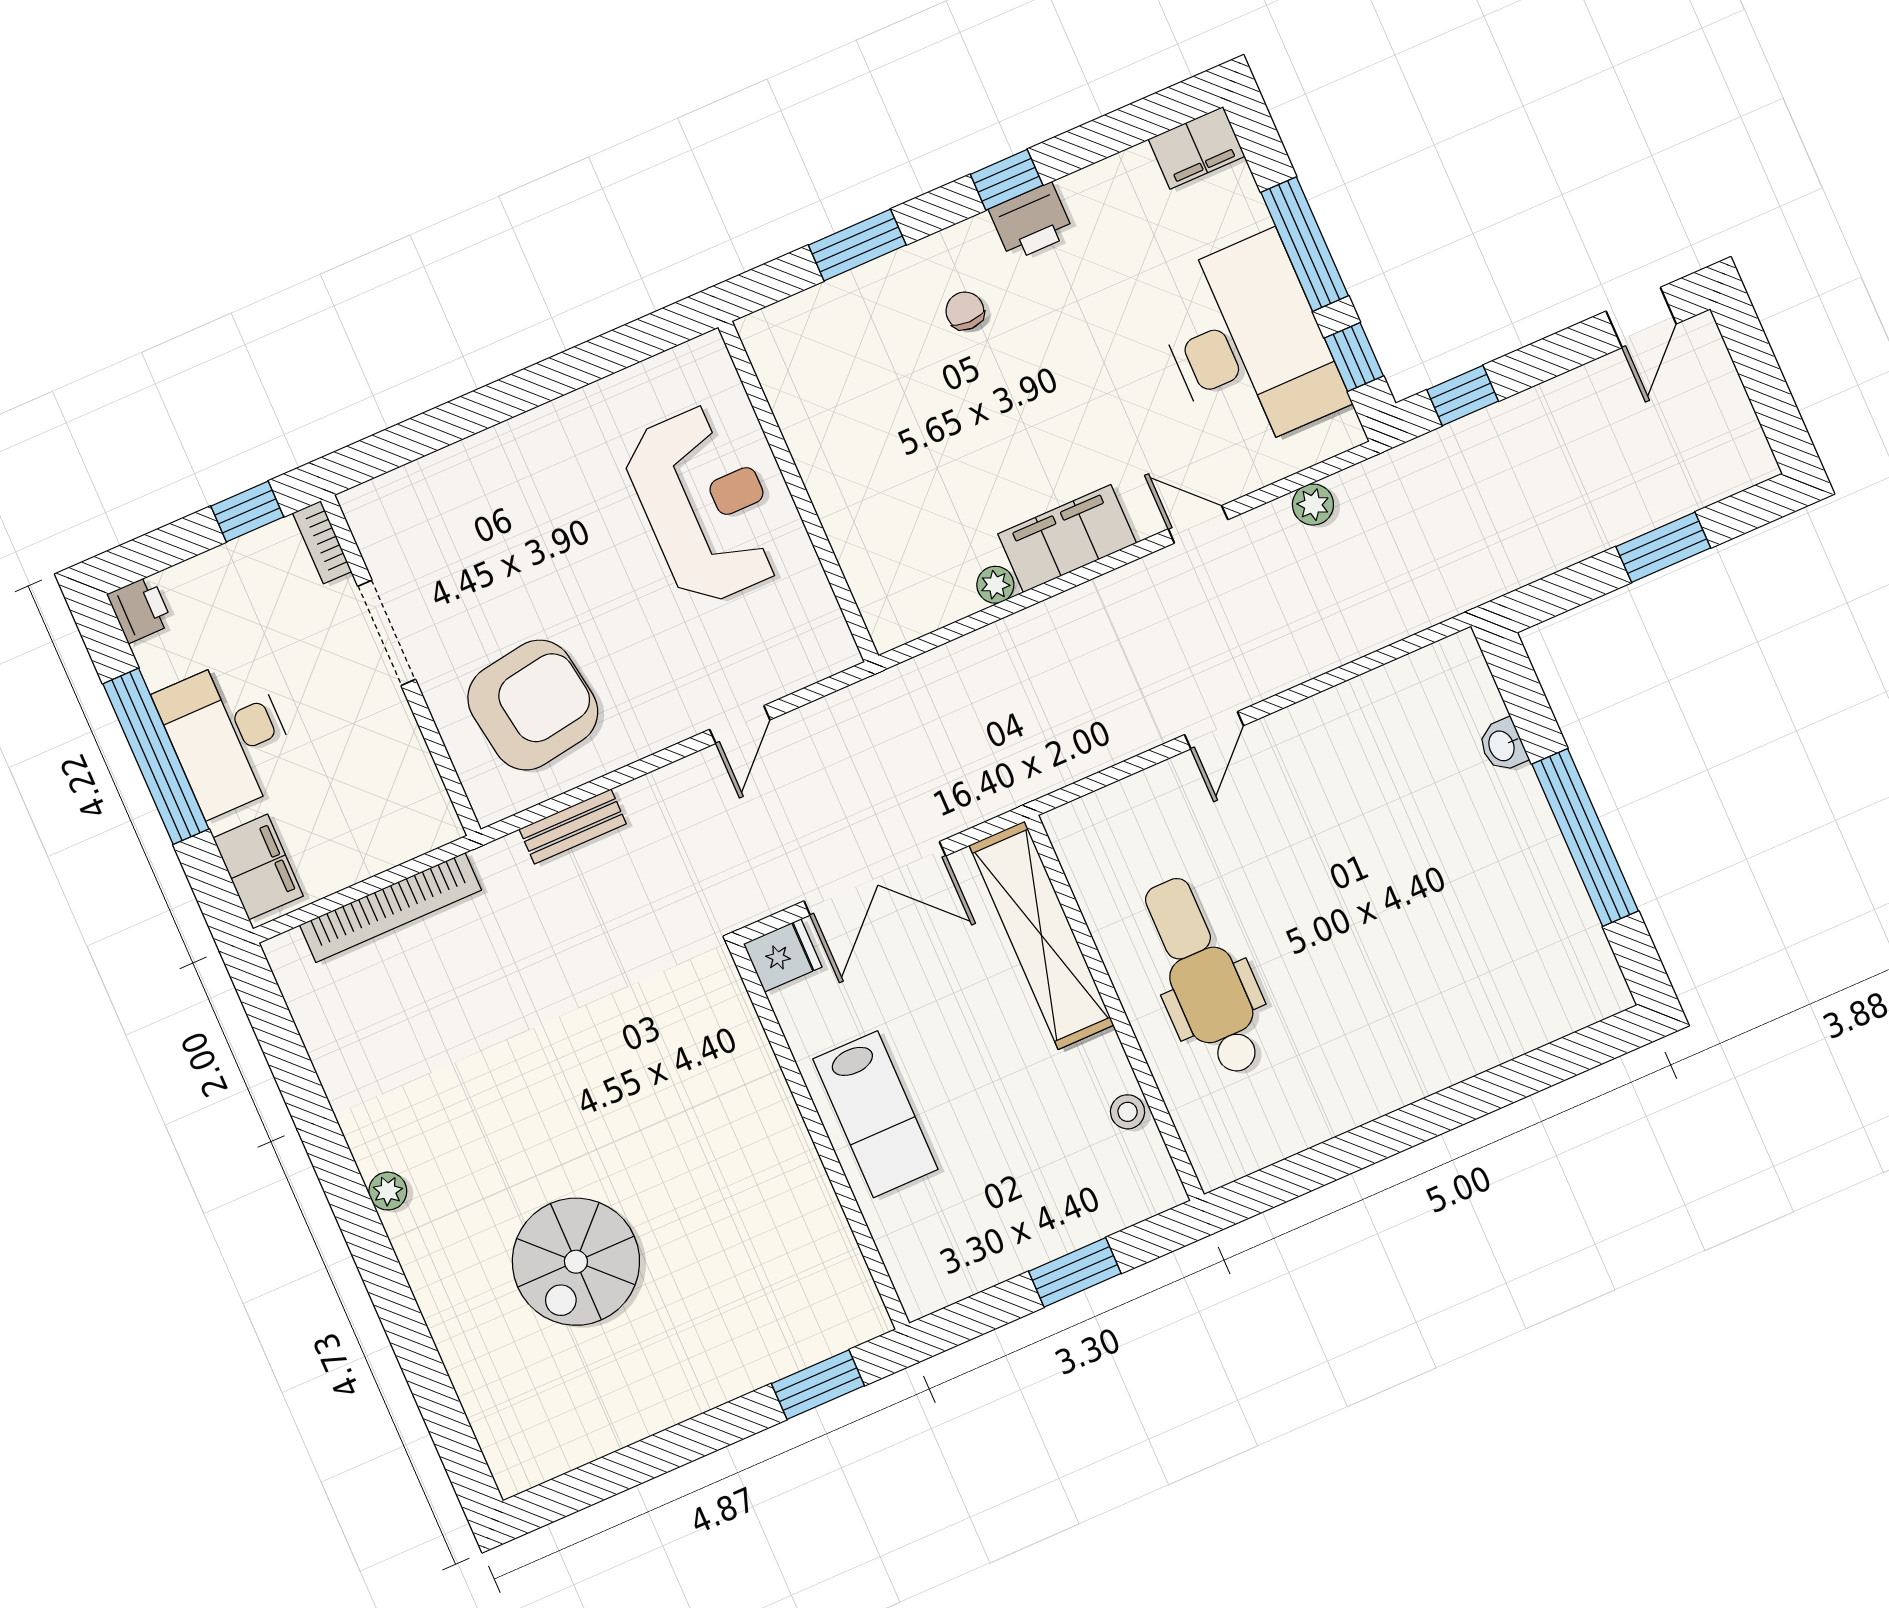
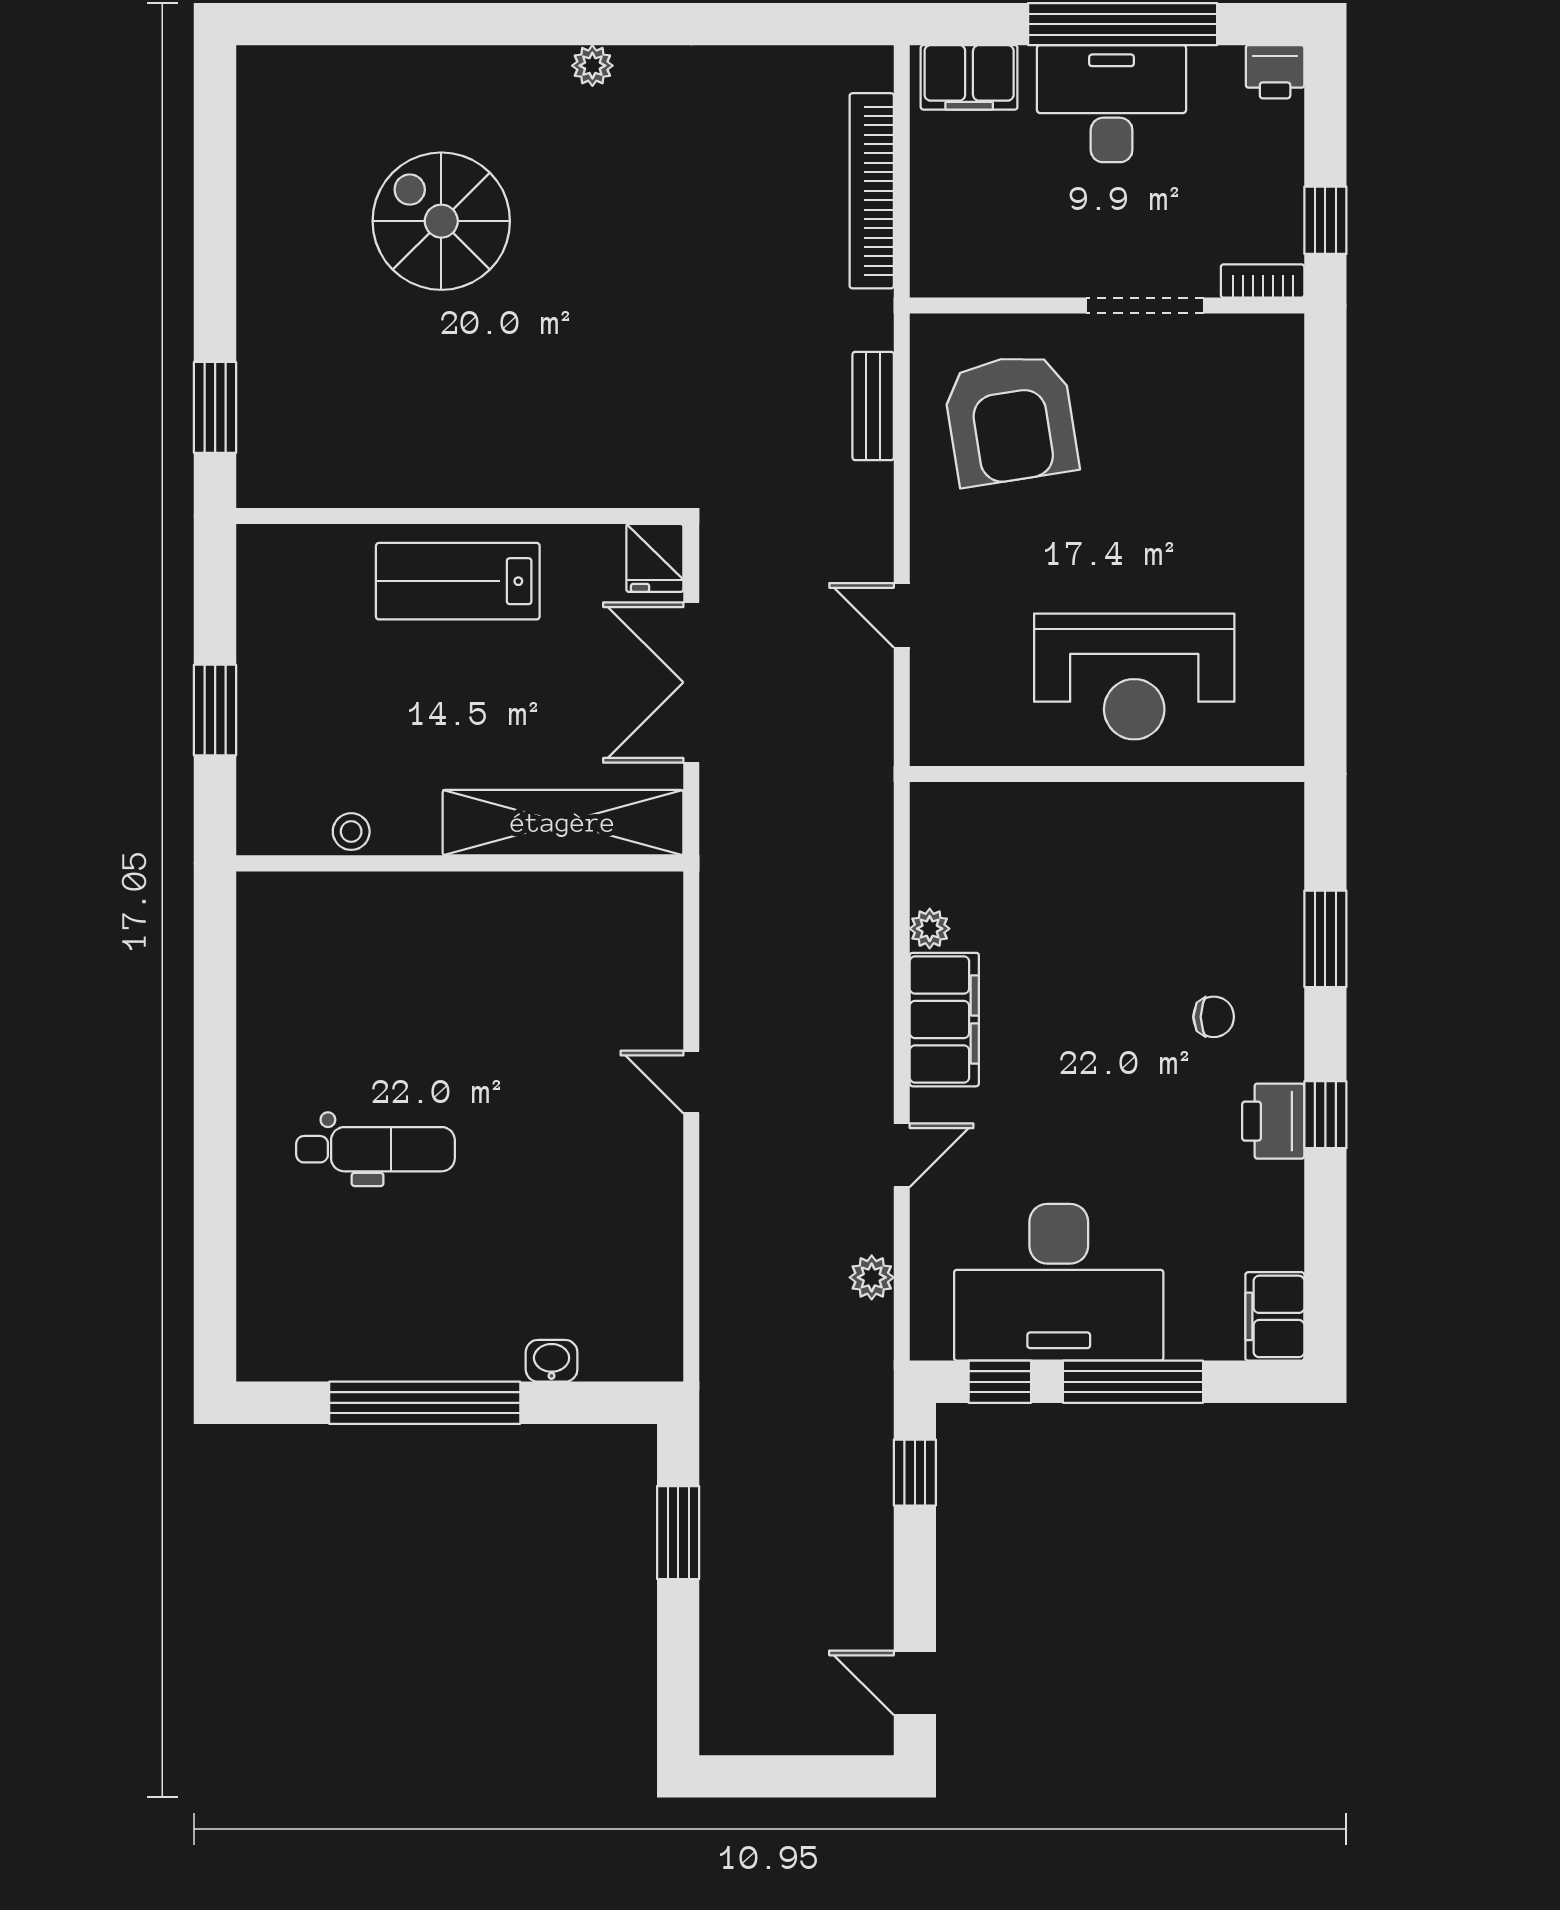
window: (1663, 547) -> (678, 1533), moved
dental chair: (1203, 976) -> (376, 1149), moved, width x0.73, depth x0.72

